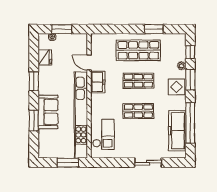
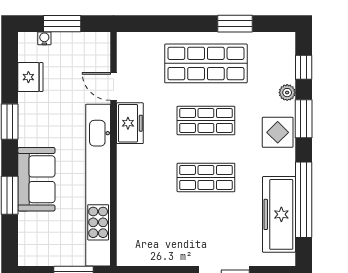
checkout: (103, 134) -> (140, 221), removed

